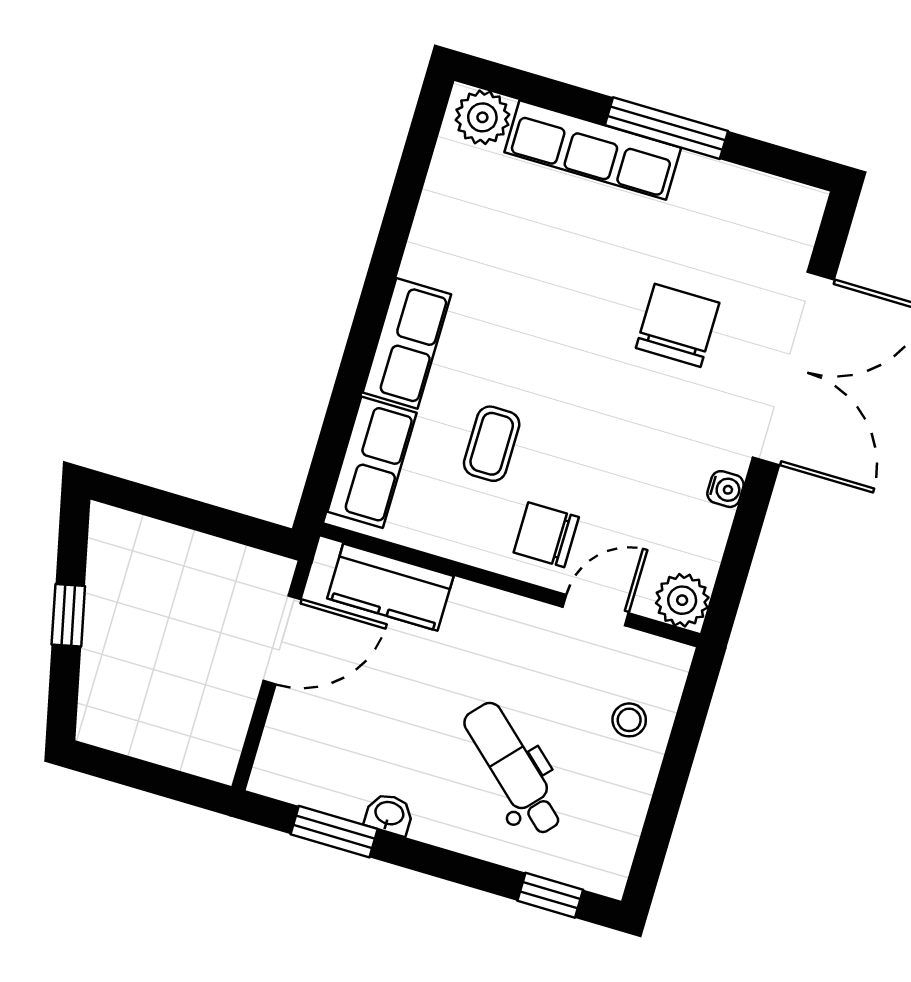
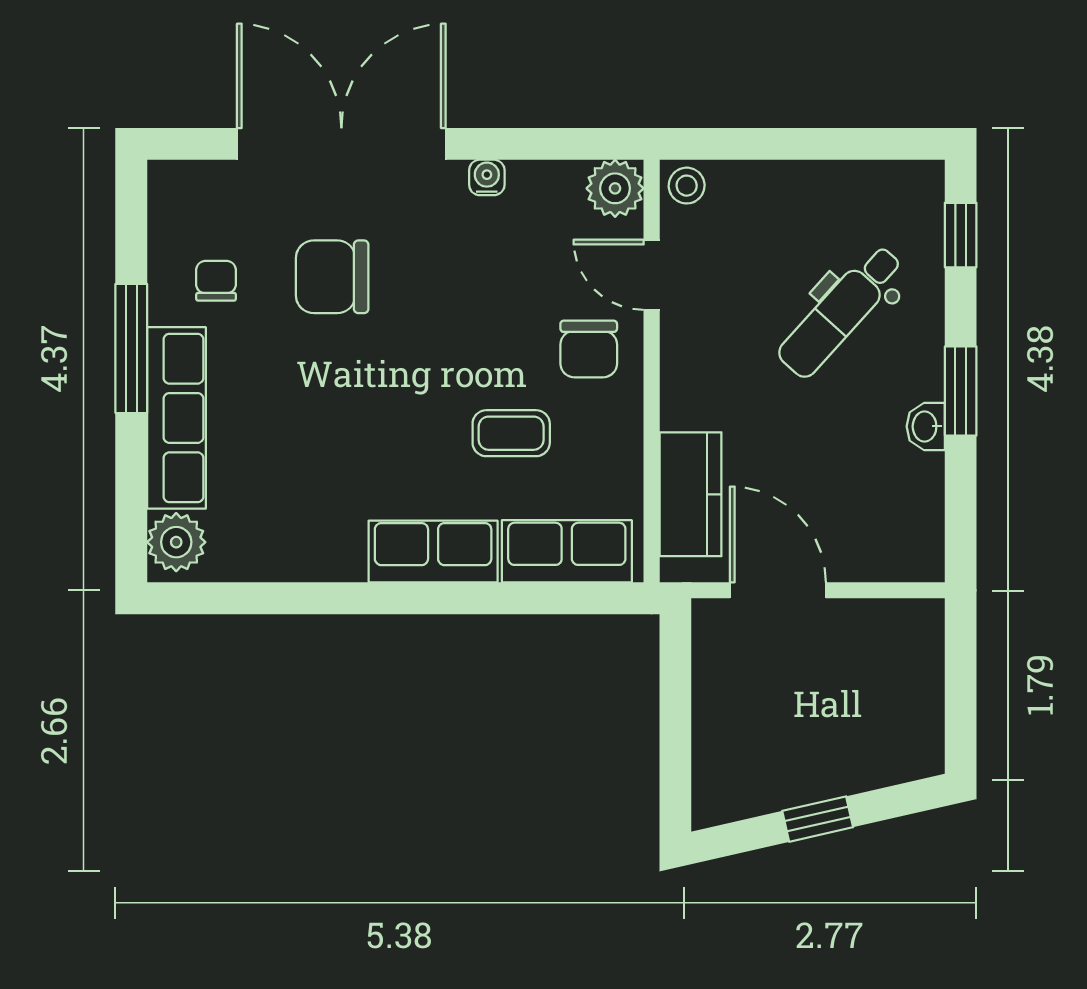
chair: (704, 221) -> (216, 281), added
stool: (629, 720) -> (687, 186), moved
window: (334, 832) -> (961, 391), moved

